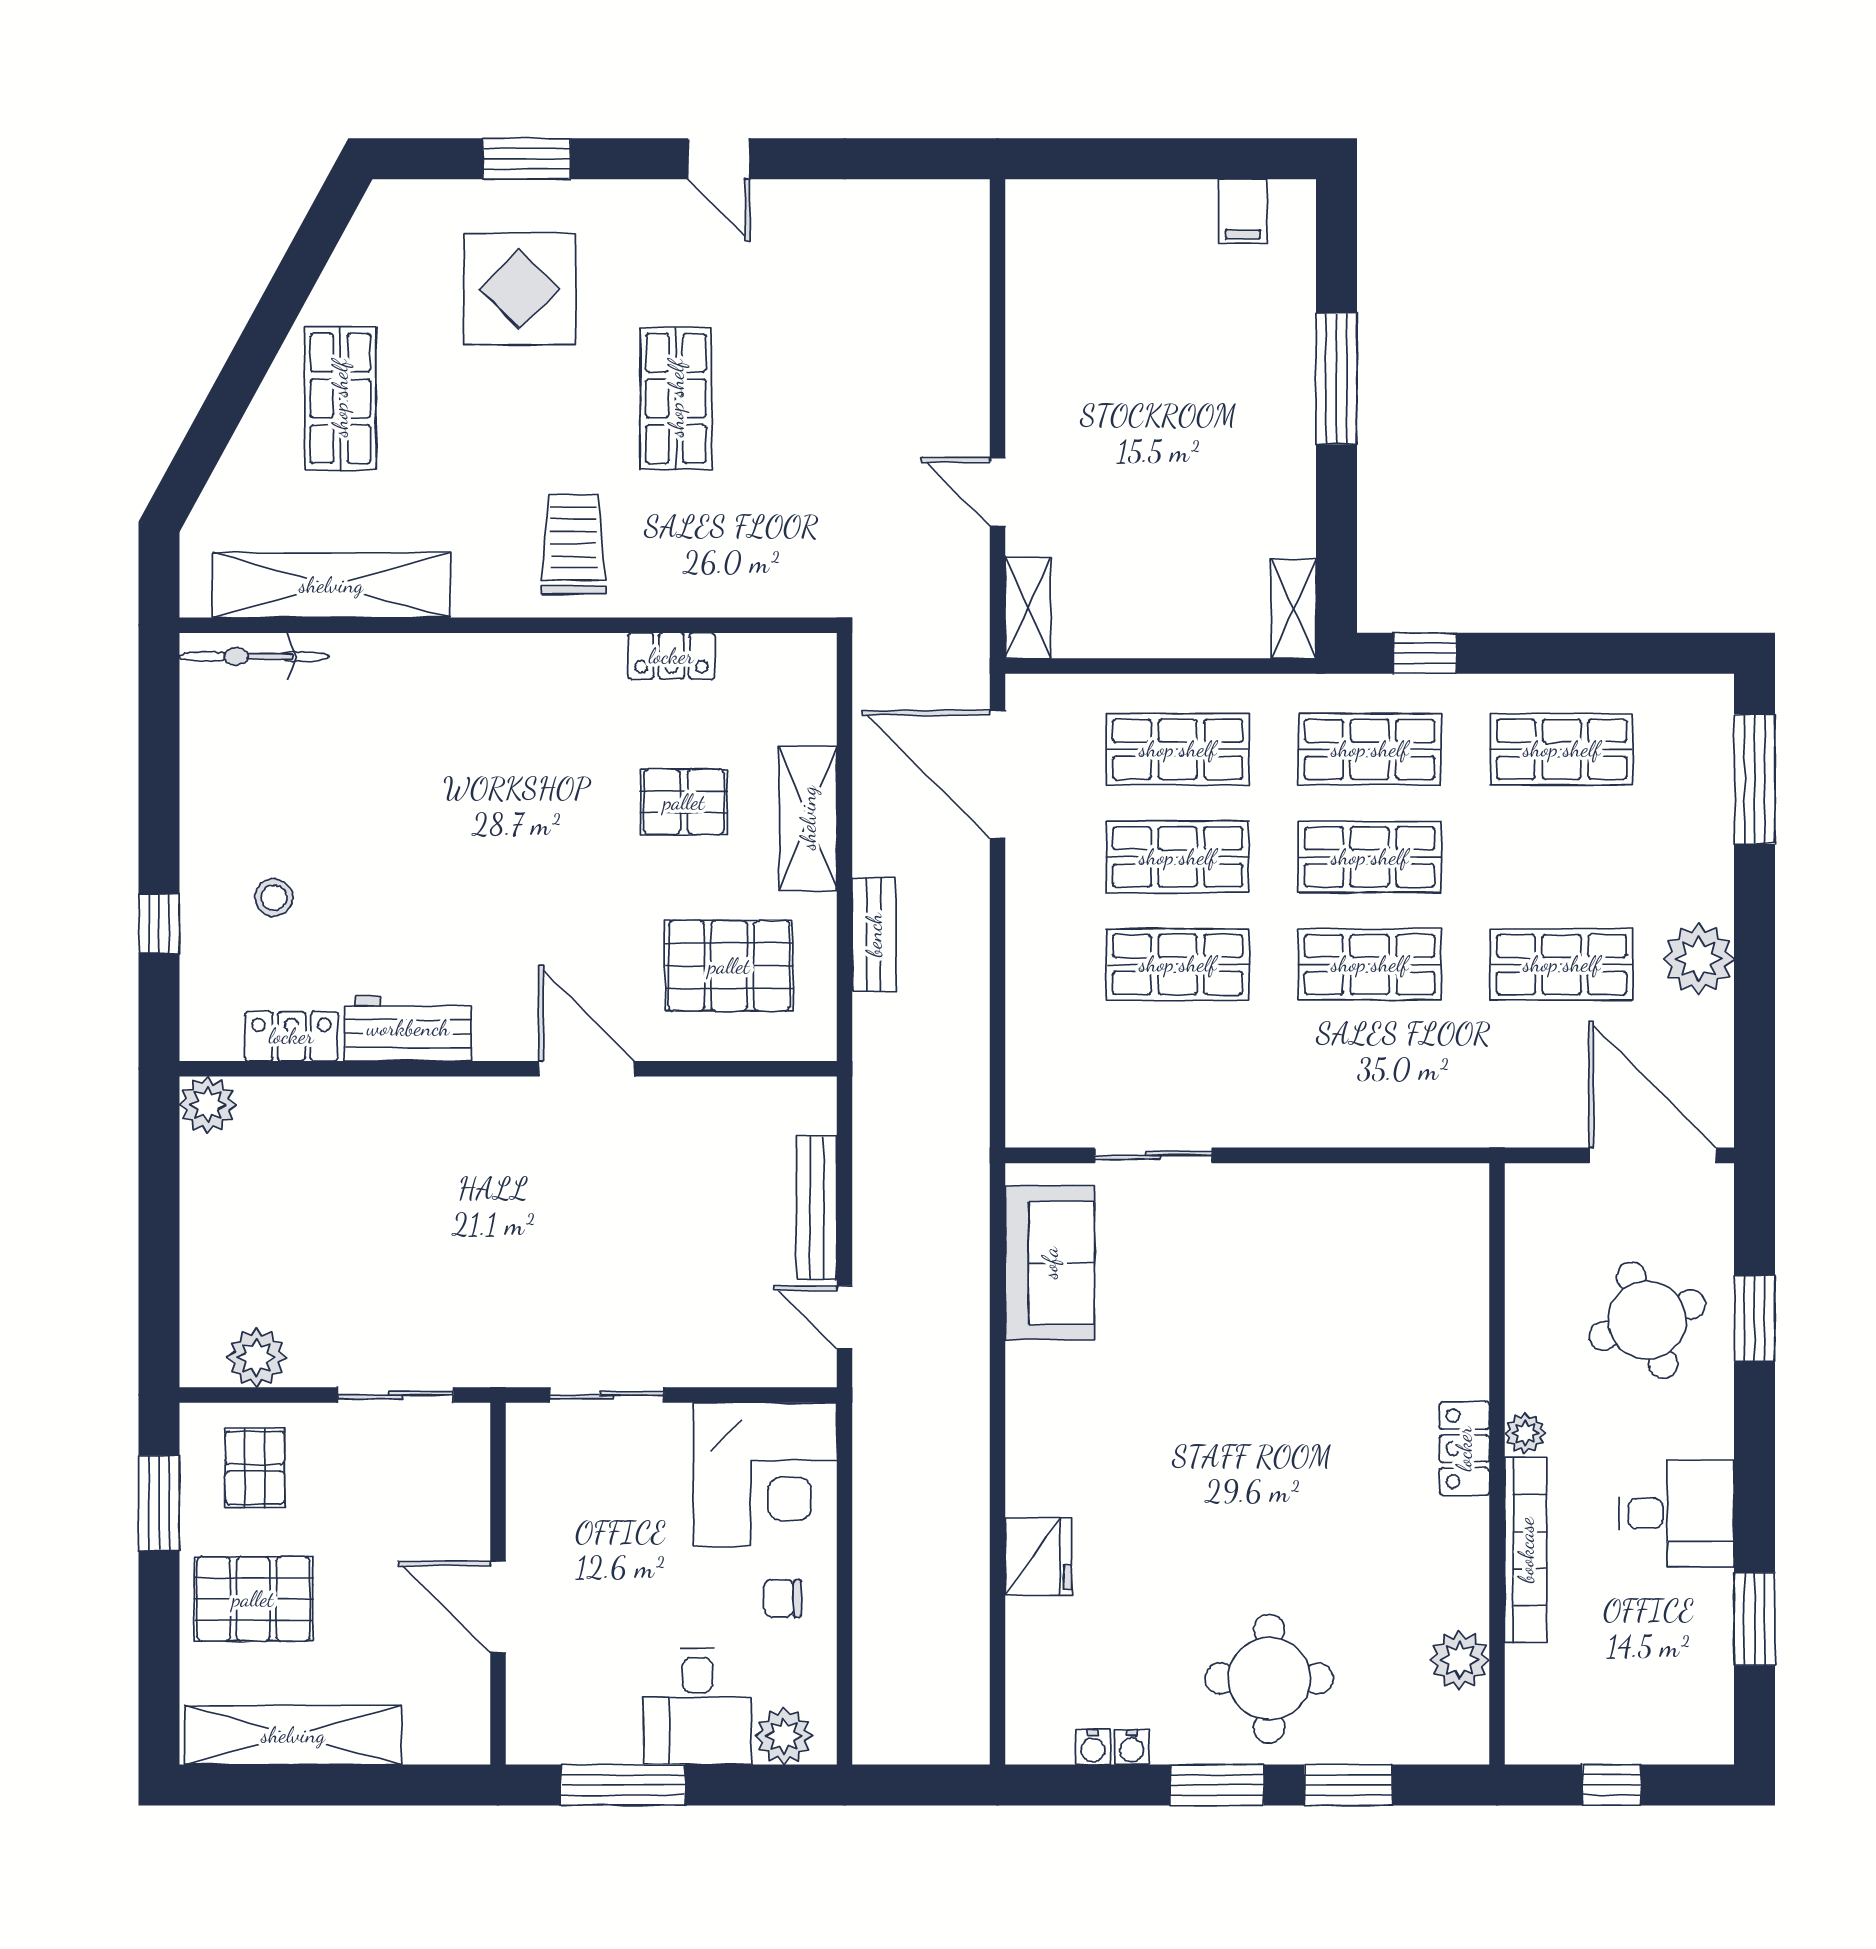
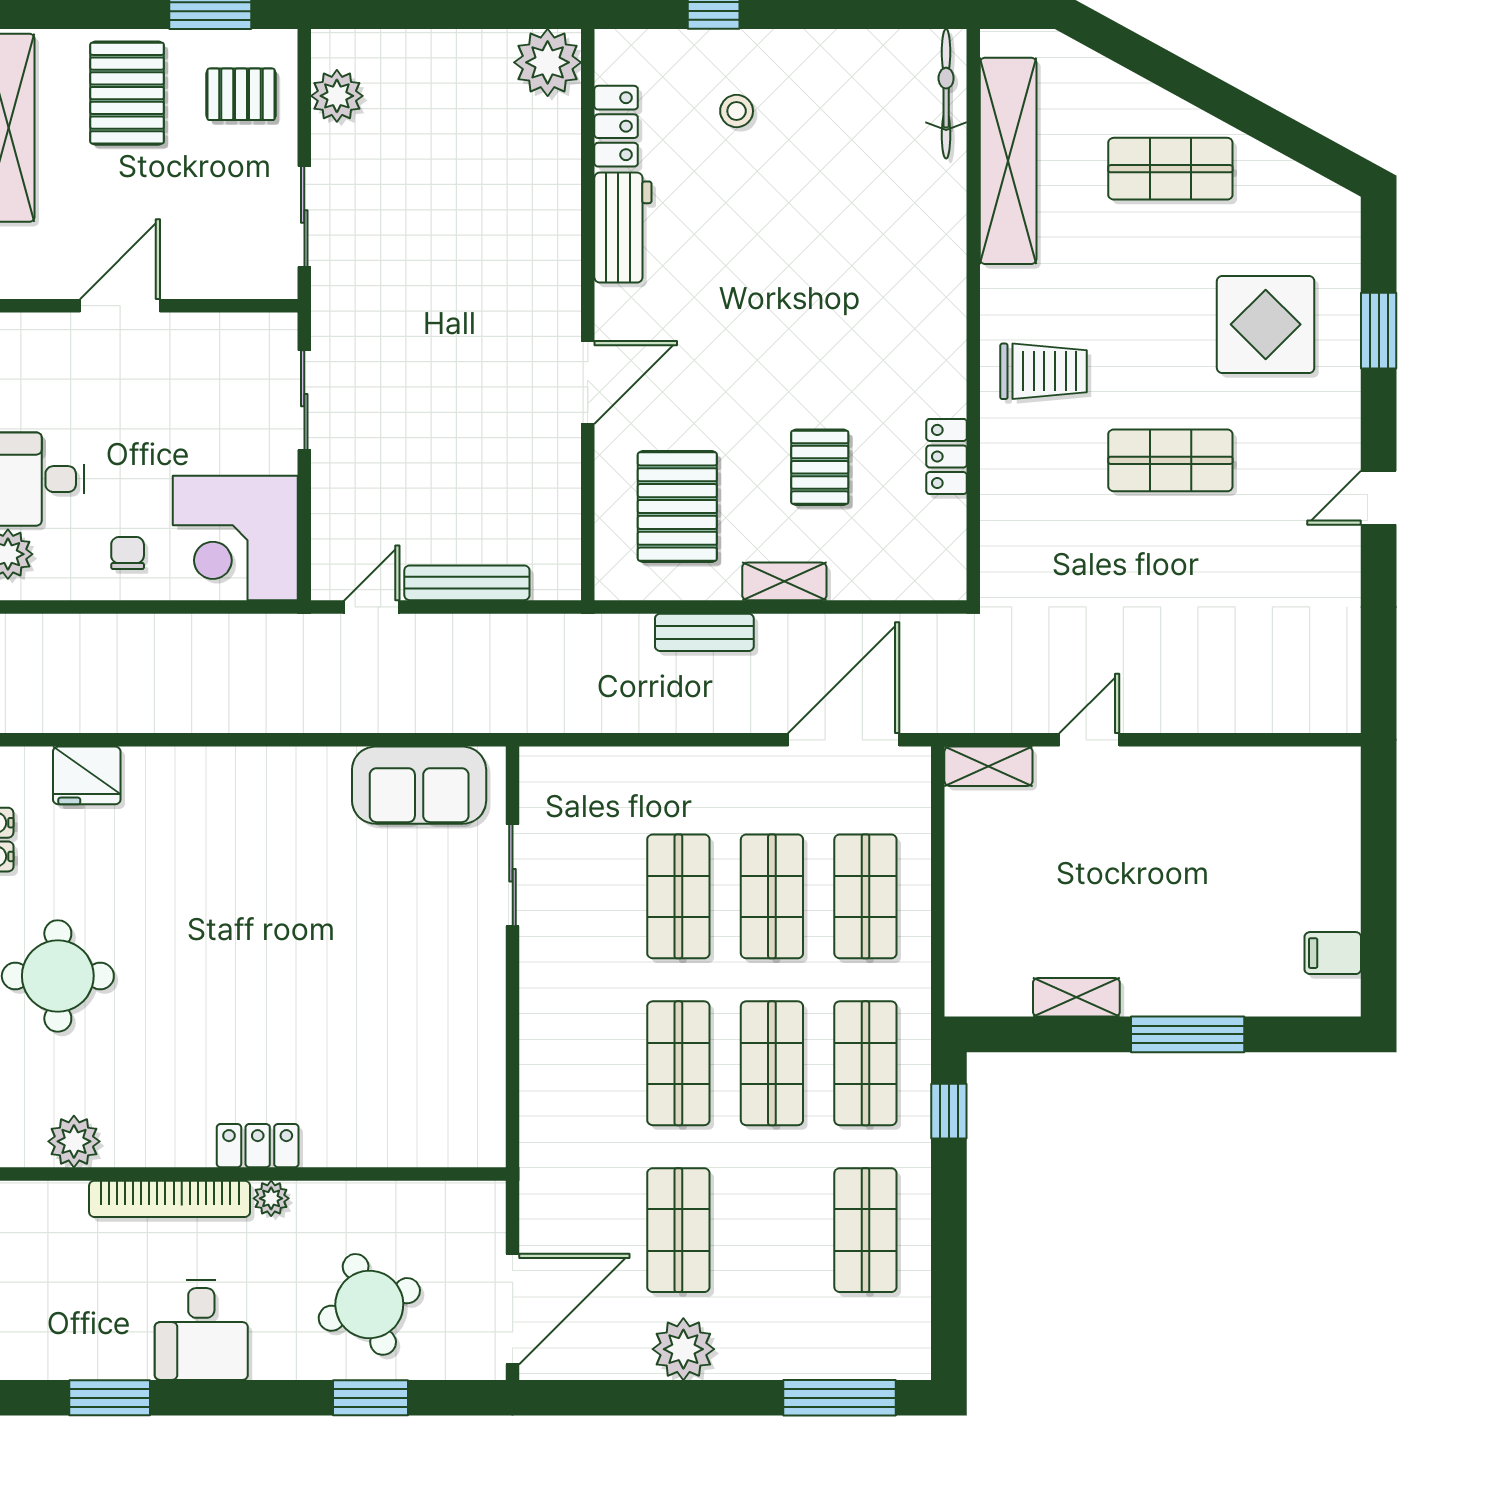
shelving: (1294, 609) -> (1076, 997), moved
shelving: (808, 818) -> (784, 581), width x0.67, depth x0.75
plant: (208, 1105) -> (548, 62), width x1.36, depth x1.36
fridge: (1038, 1557) -> (87, 775), moved

